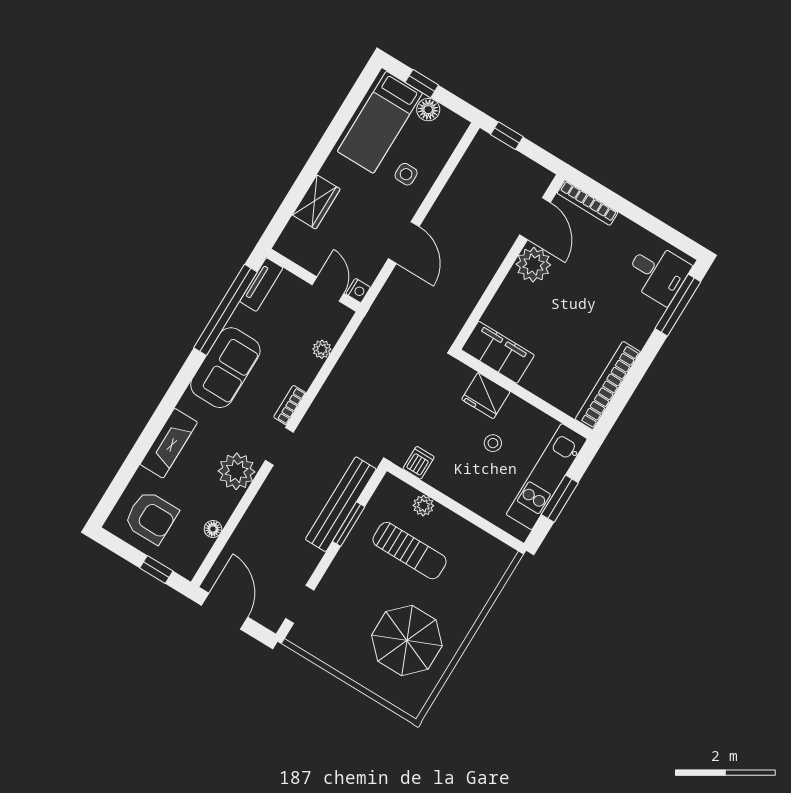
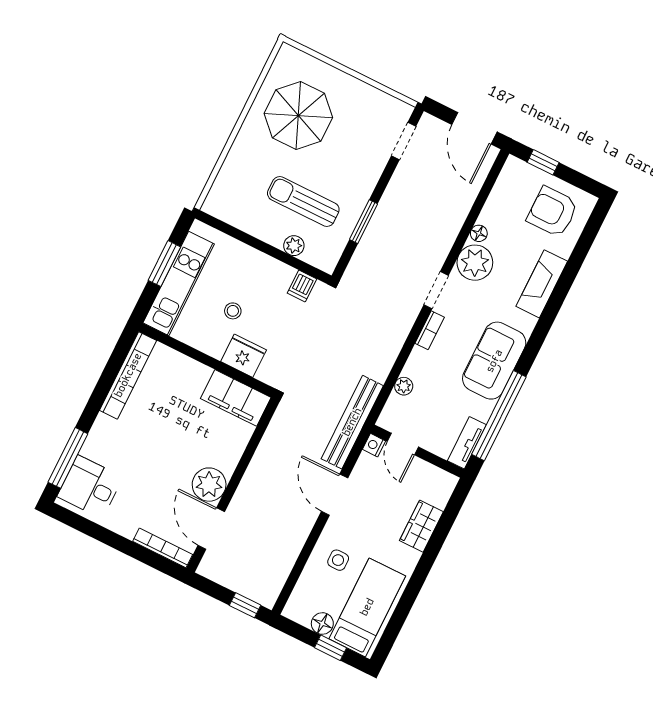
bench: (341, 504) -> (352, 422), moved
floor lamp: (213, 529) -> (479, 233), moved

